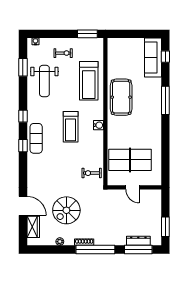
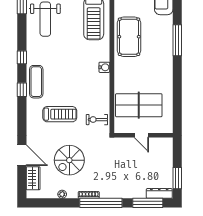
treadmill: (71, 127) -> (60, 114), moved, turned -90
dresser: (138, 241) -> (159, 193), moved

